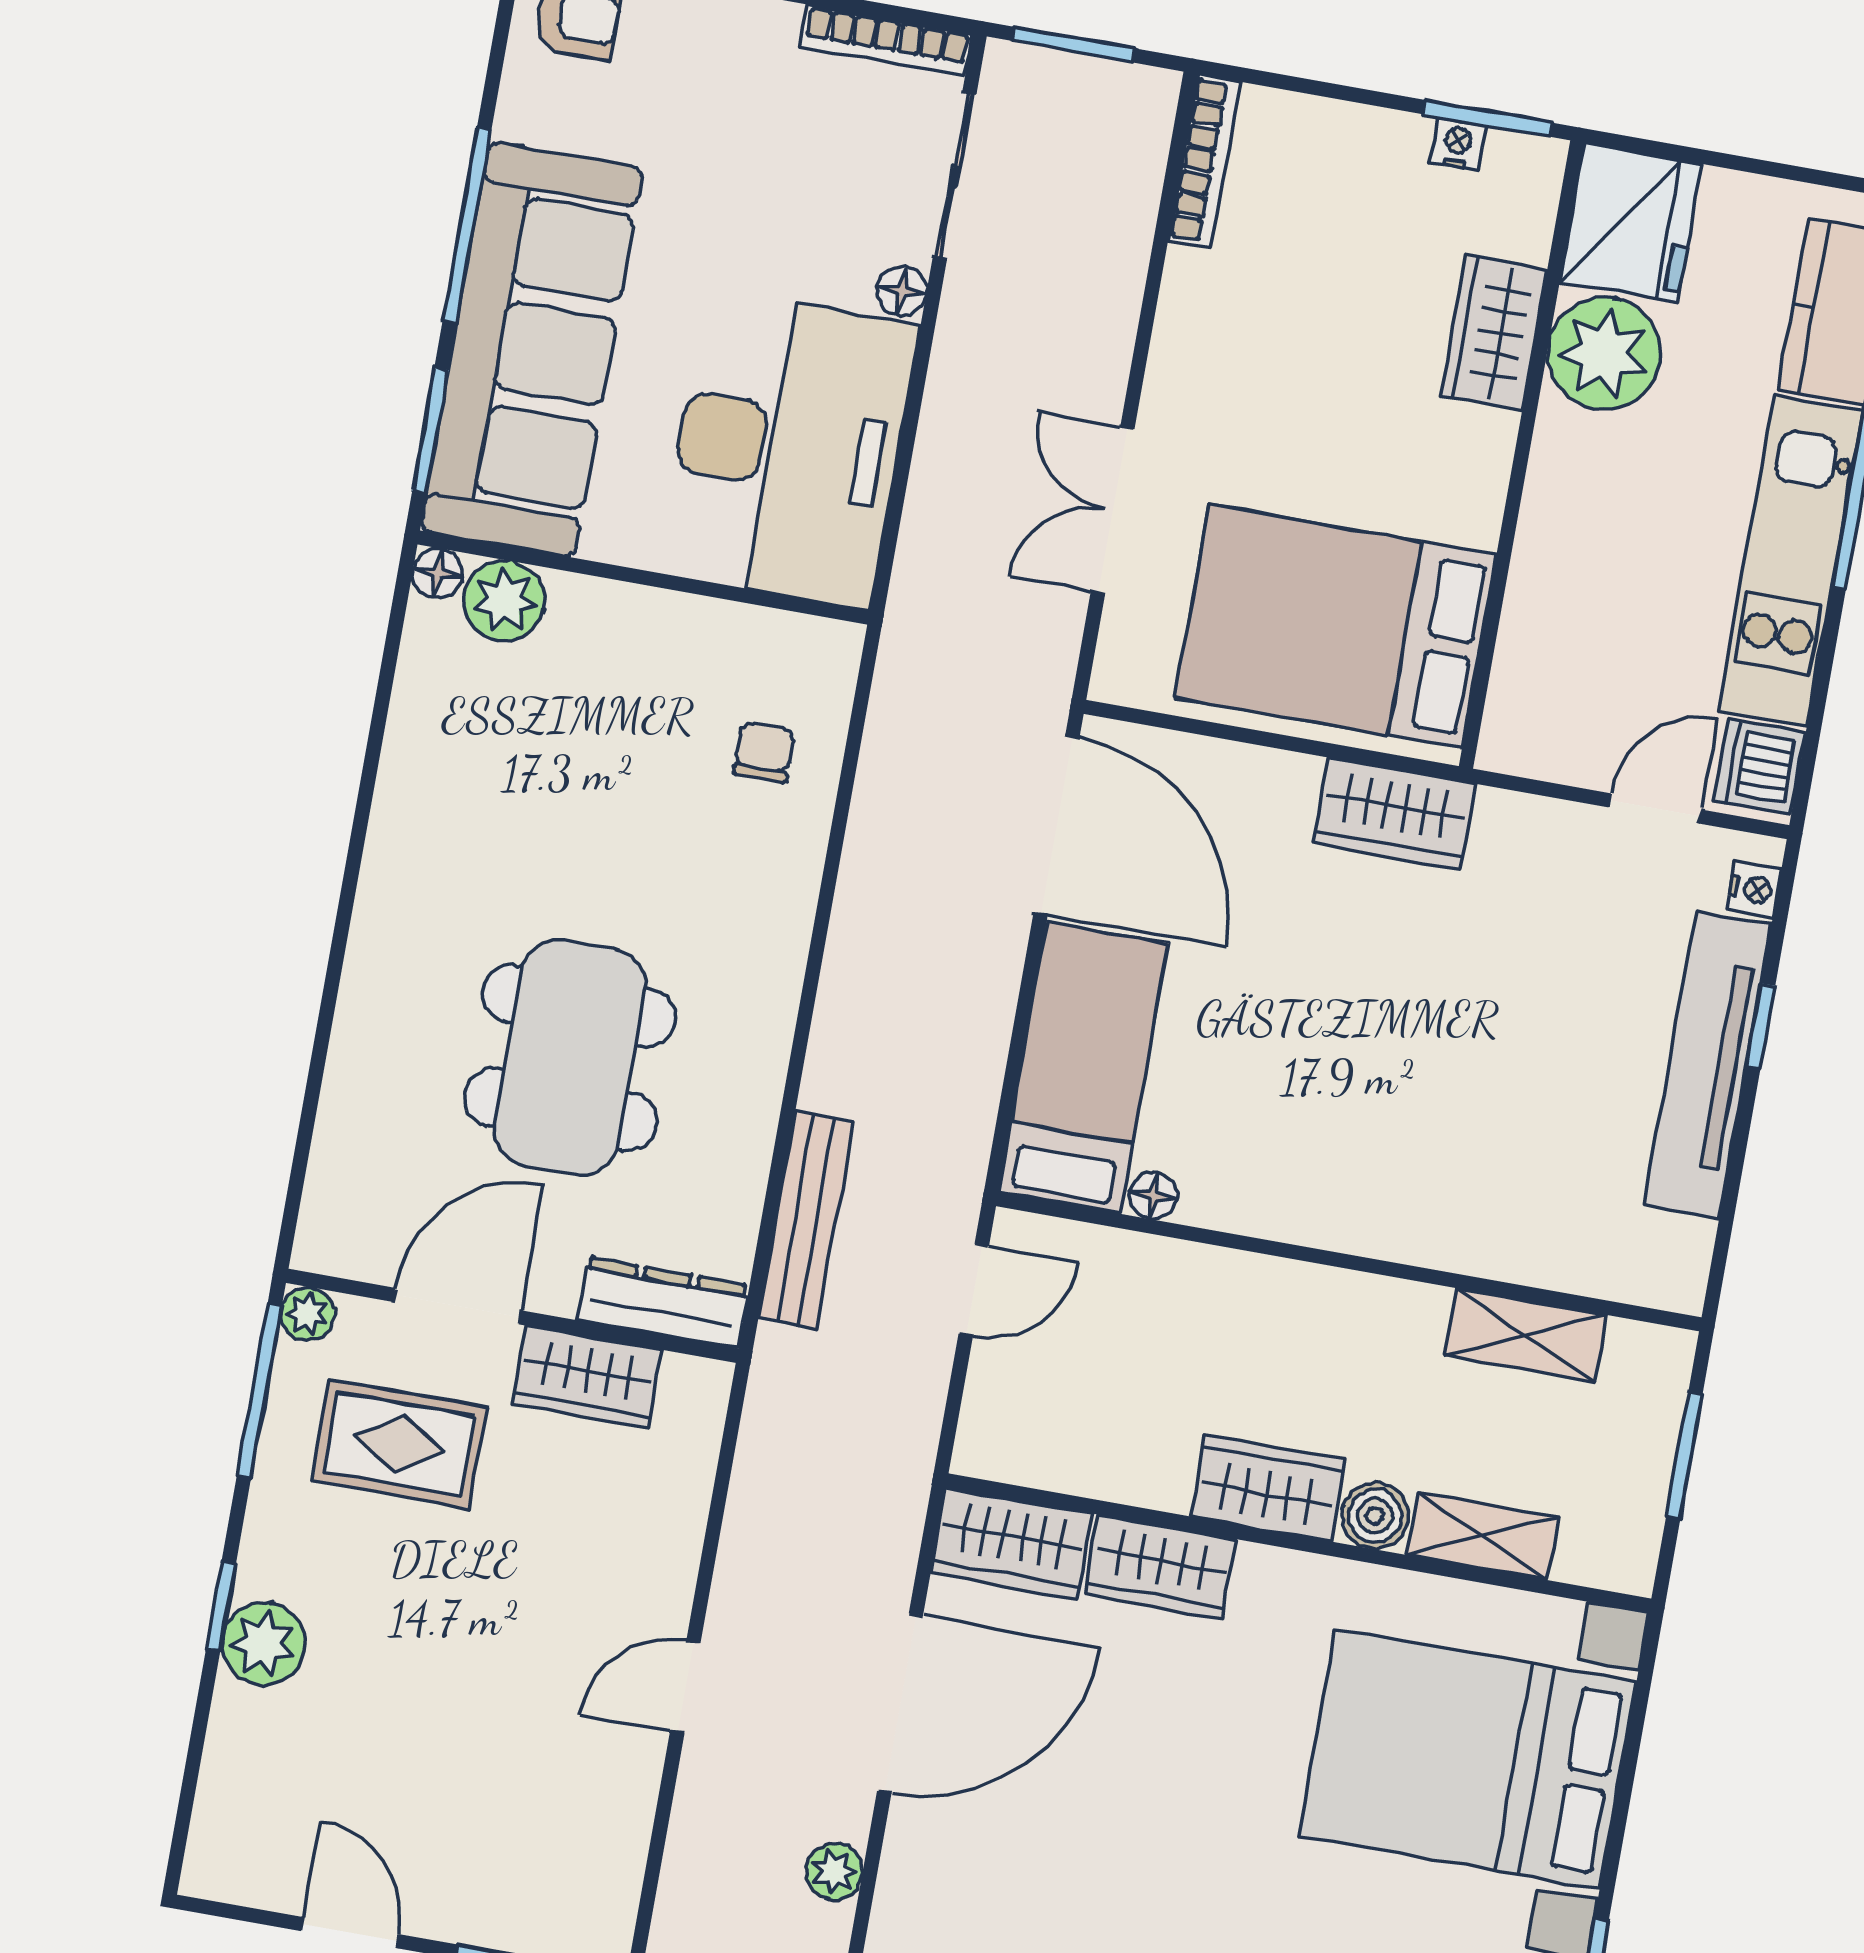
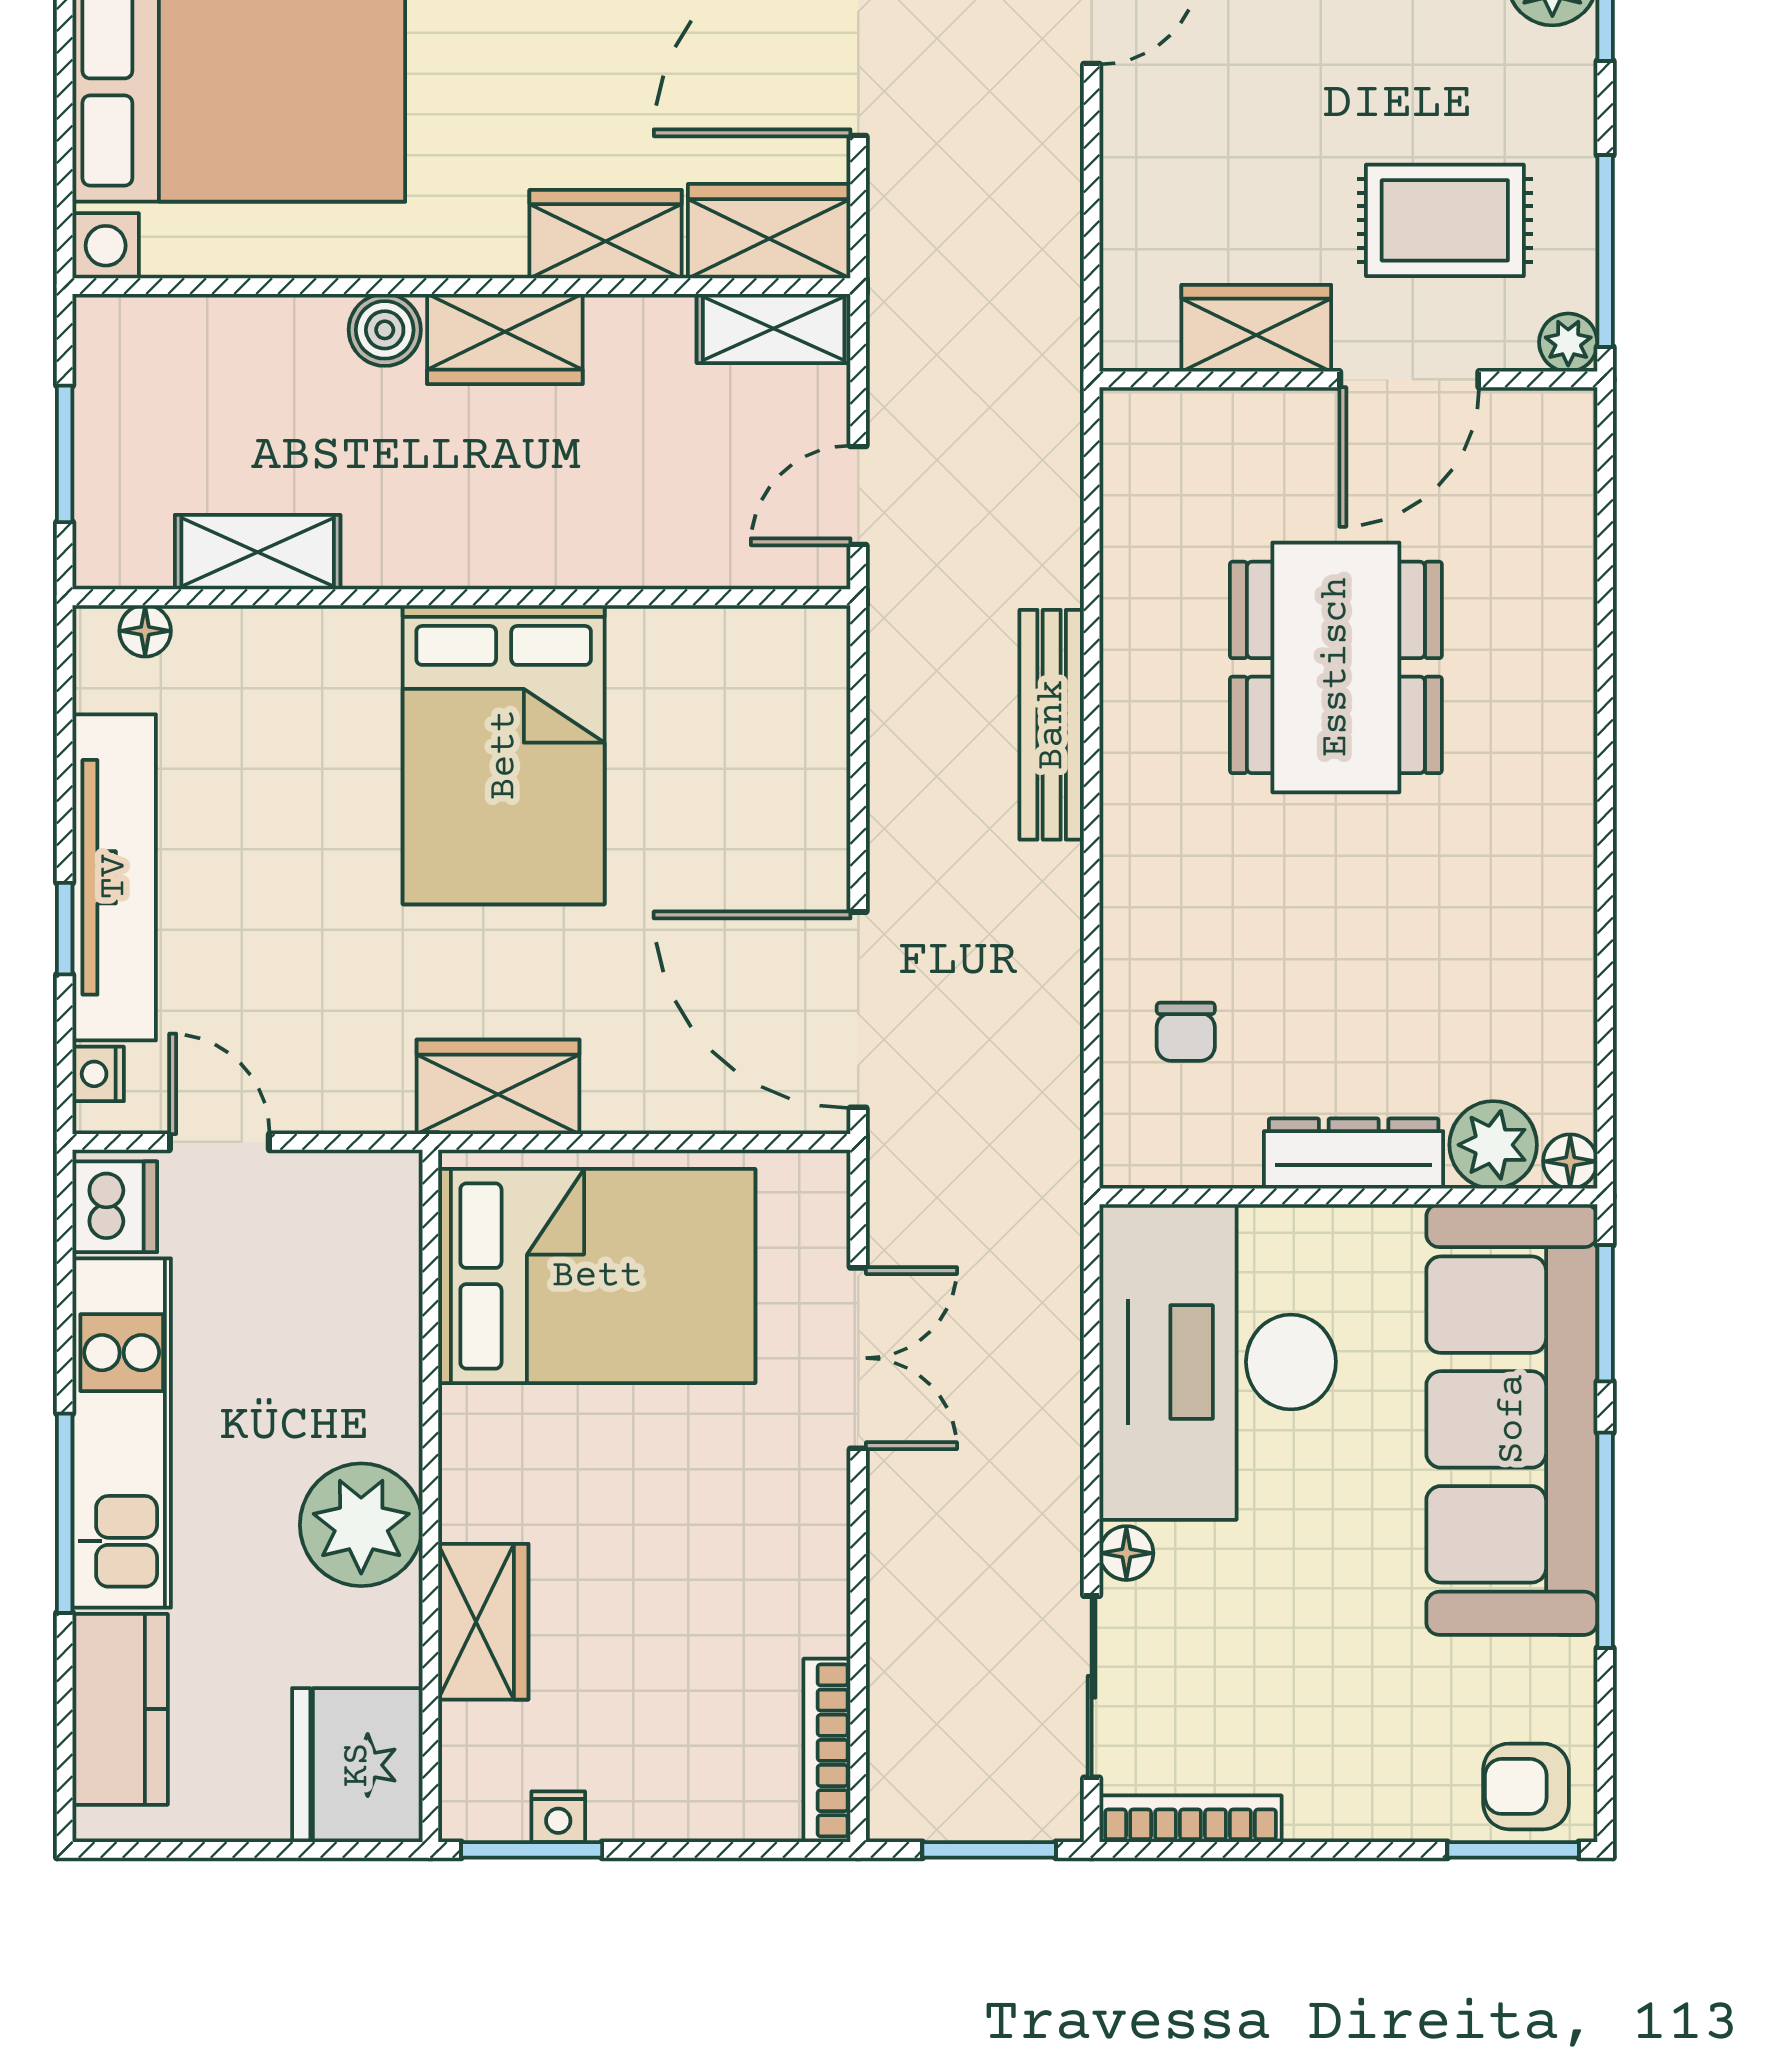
plant: (1604, 353) -> (361, 1525), moved
door: (1655, 808) -> (219, 1142), swing flipped
bed: (1083, 1068) -> (504, 755), moved, width x1.50
floor lamp: (1153, 1196) -> (145, 631), moved
bench: (806, 1220) -> (1052, 725), moved
dresser: (663, 1303) -> (1354, 1153), moved, turned 180
shelving: (1483, 1536) -> (774, 328), moved

